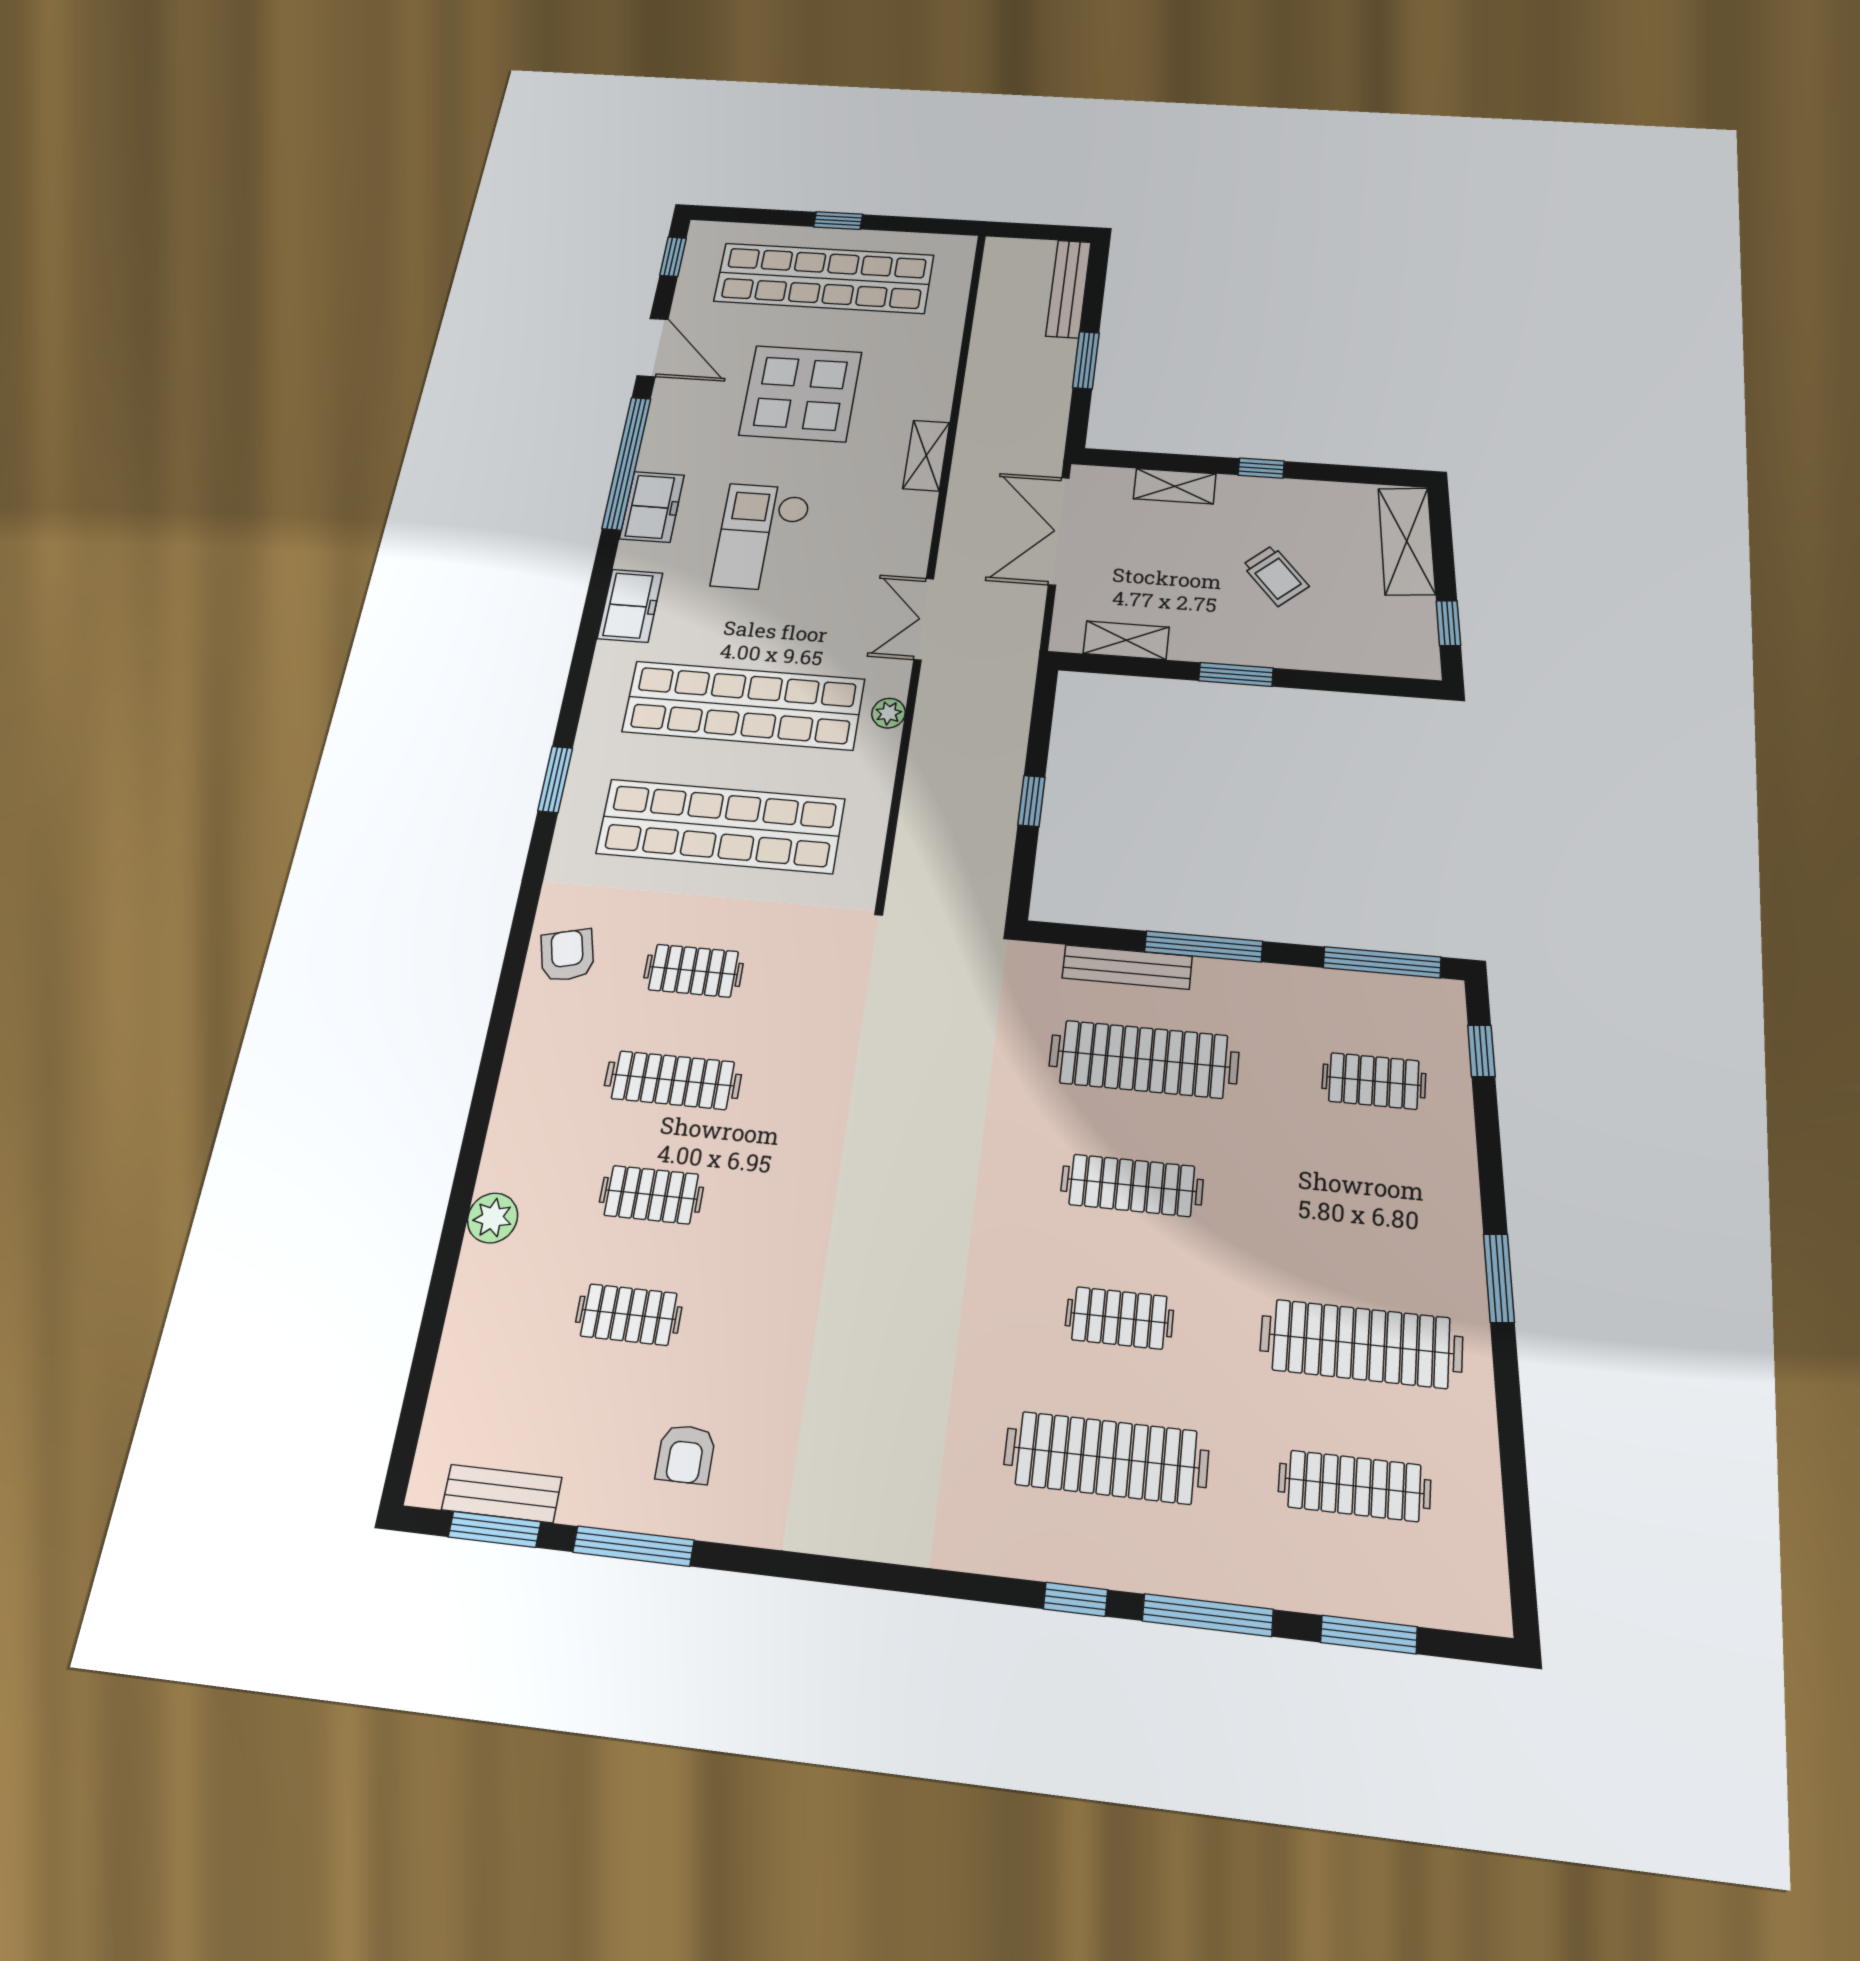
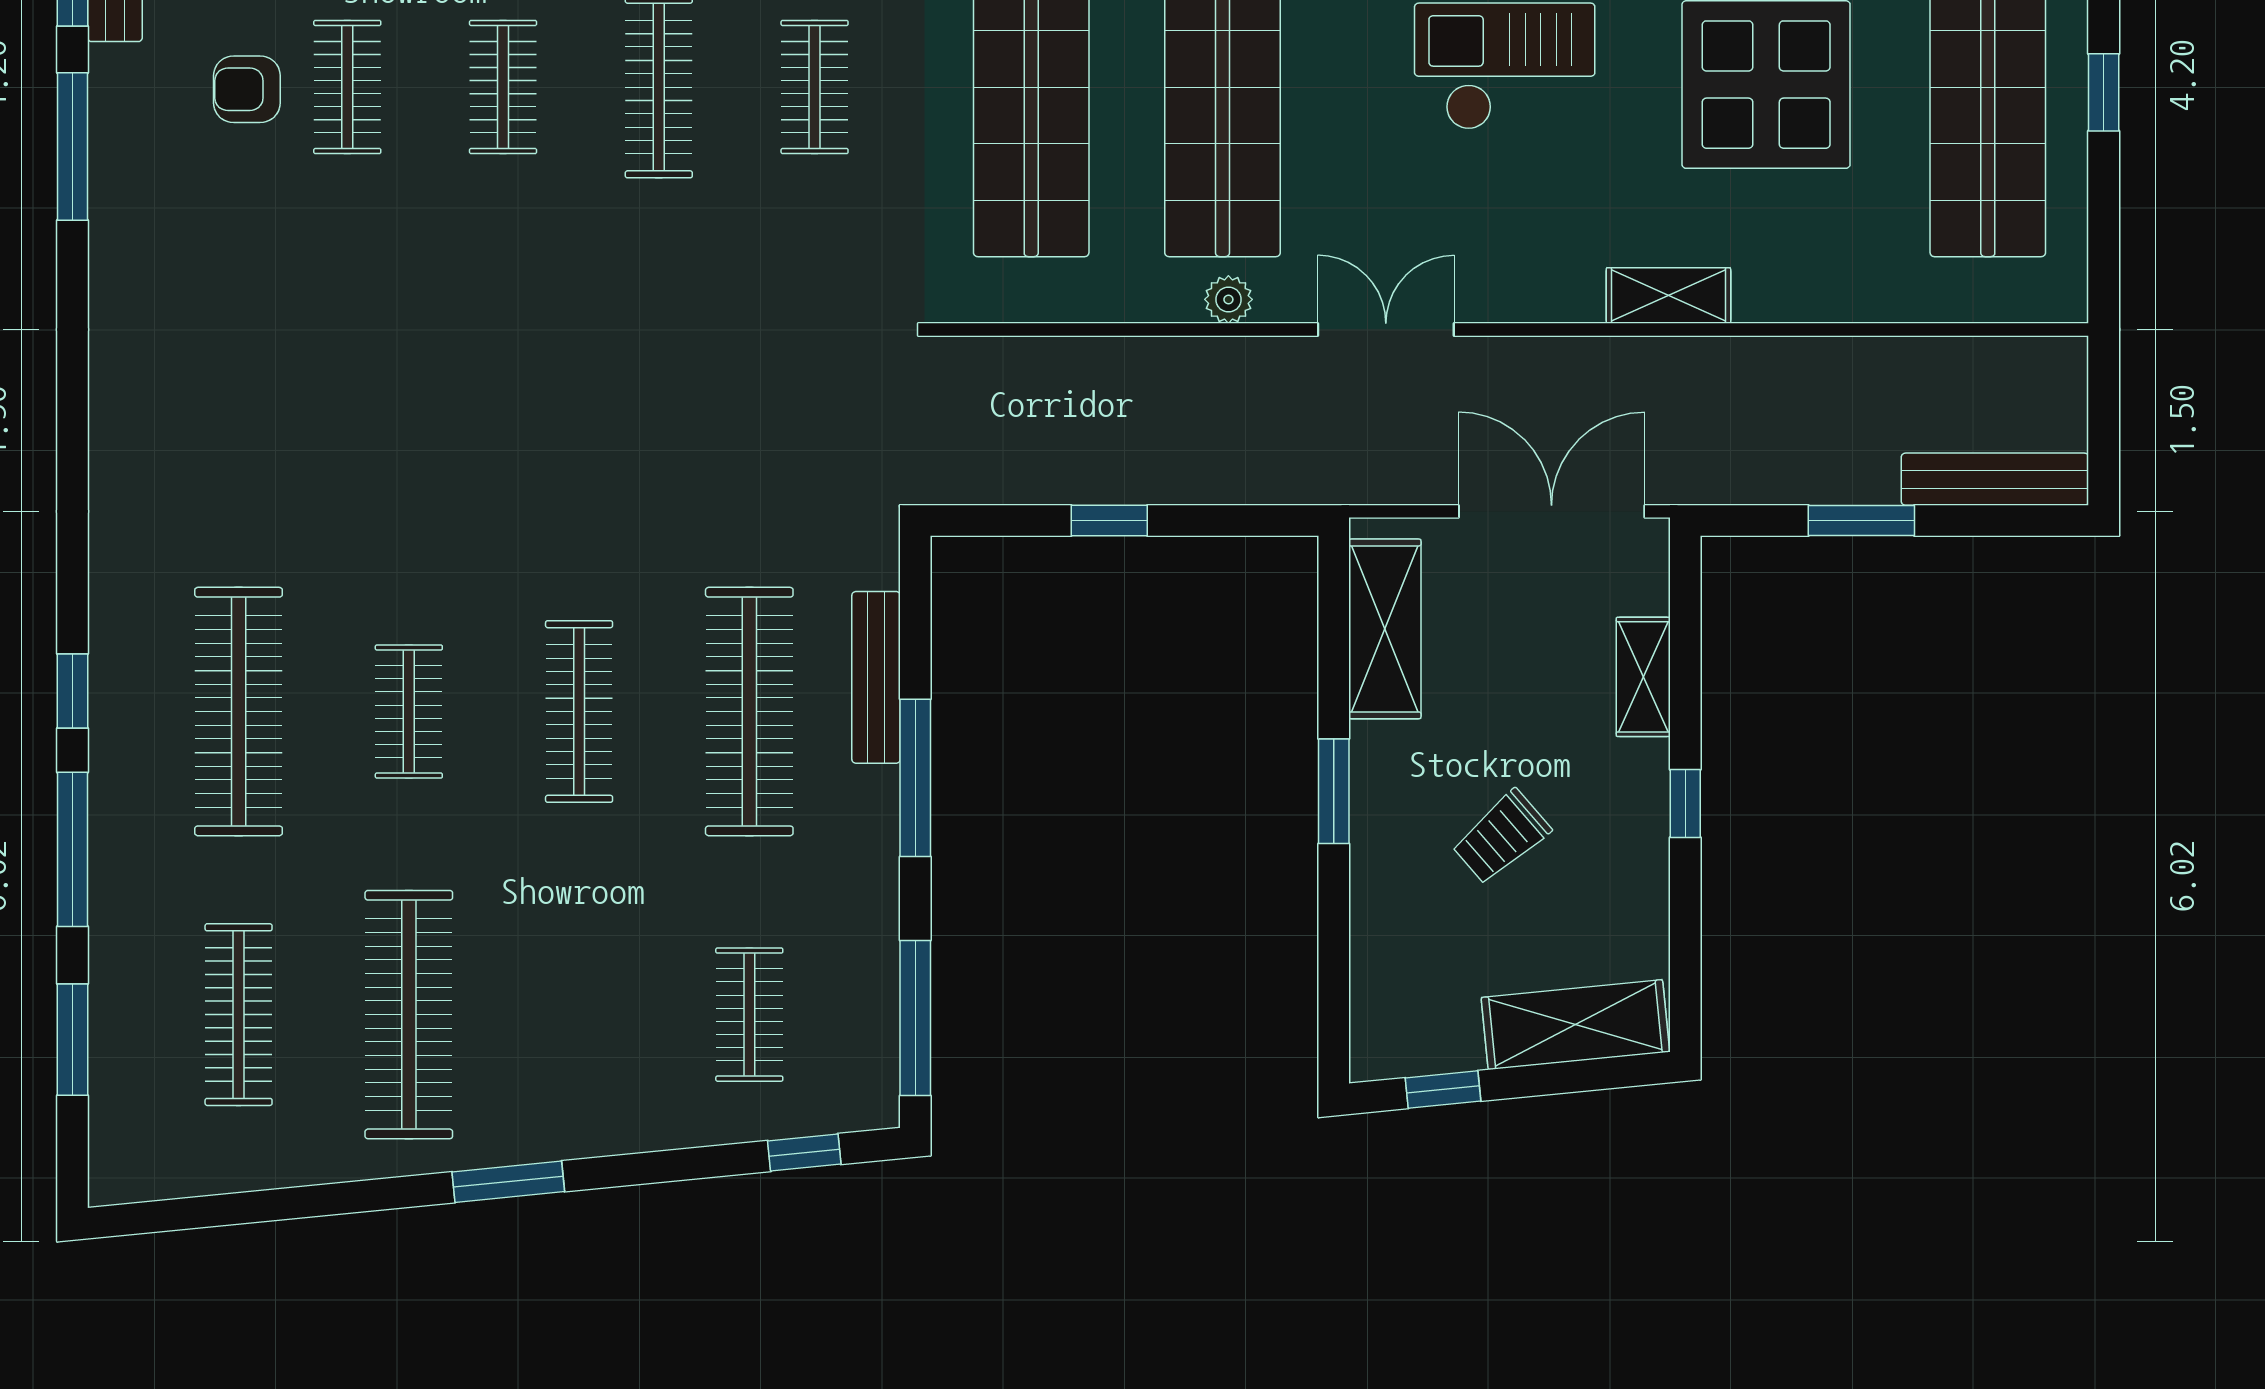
shelving: (1126, 640) -> (1385, 629), width x1.50, depth x1.33
armchair: (686, 1454) -> (247, 89), moved

